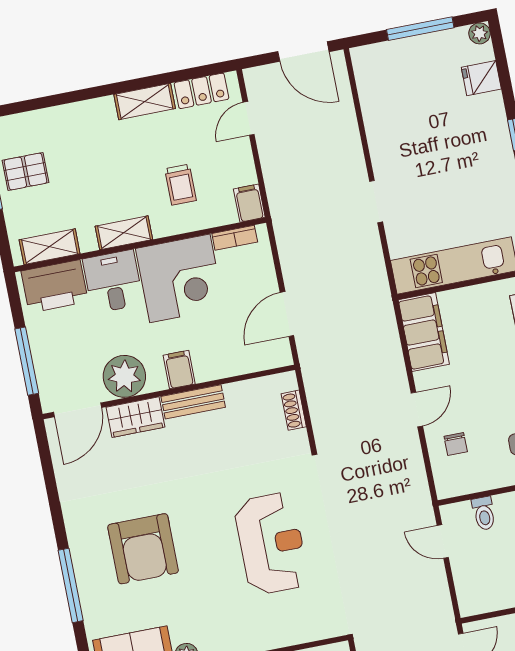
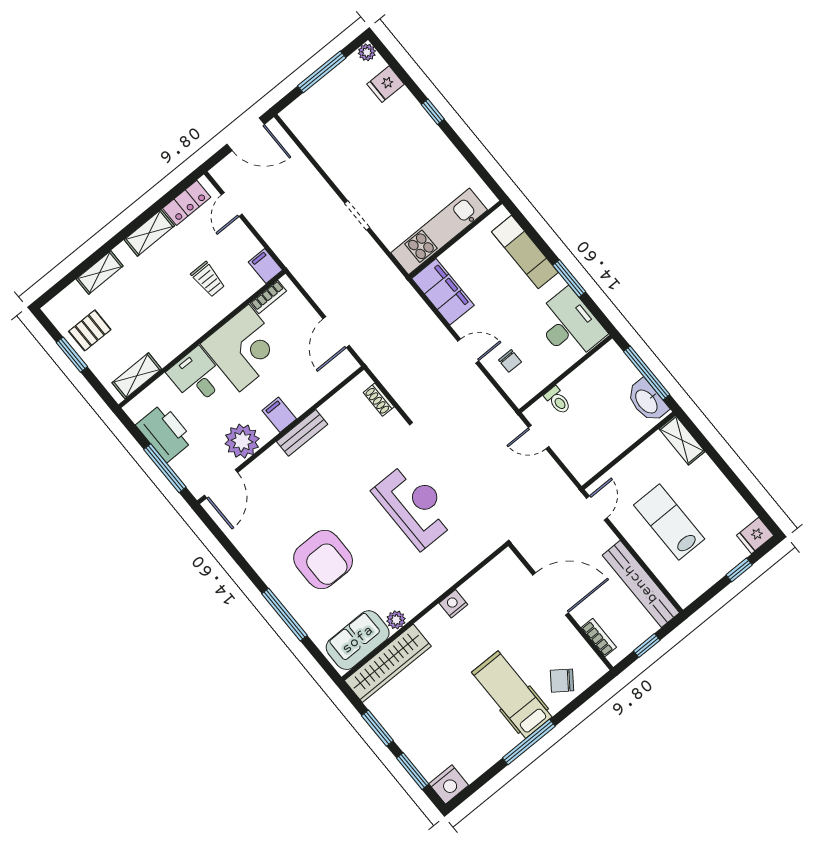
shelving: (124, 233) -> (100, 273), moved
printer: (55, 286) -> (165, 433), moved, turned -90
door: (417, 410) -> (468, 351), hinge flipped
wardrobe: (135, 417) -> (266, 467), removed

